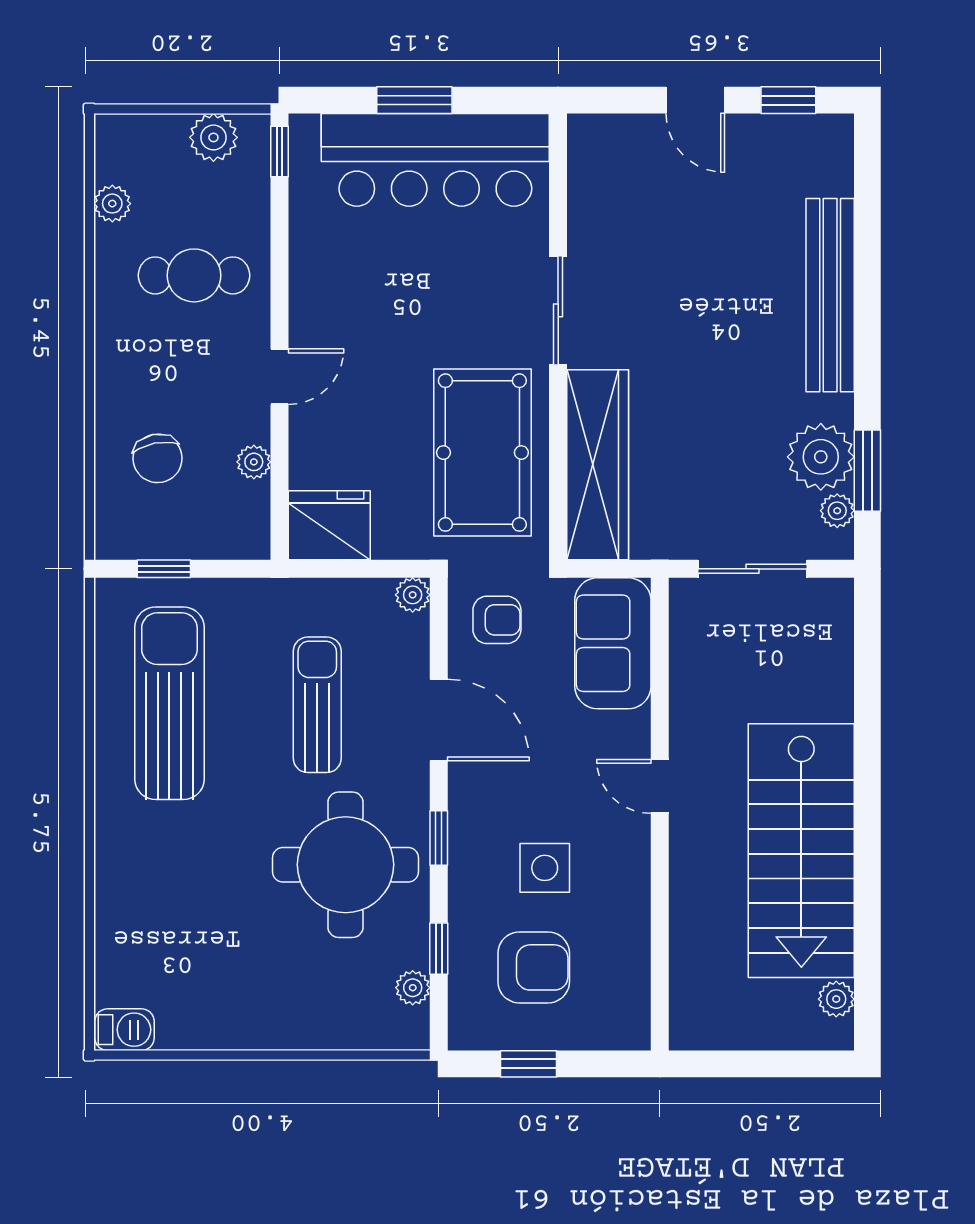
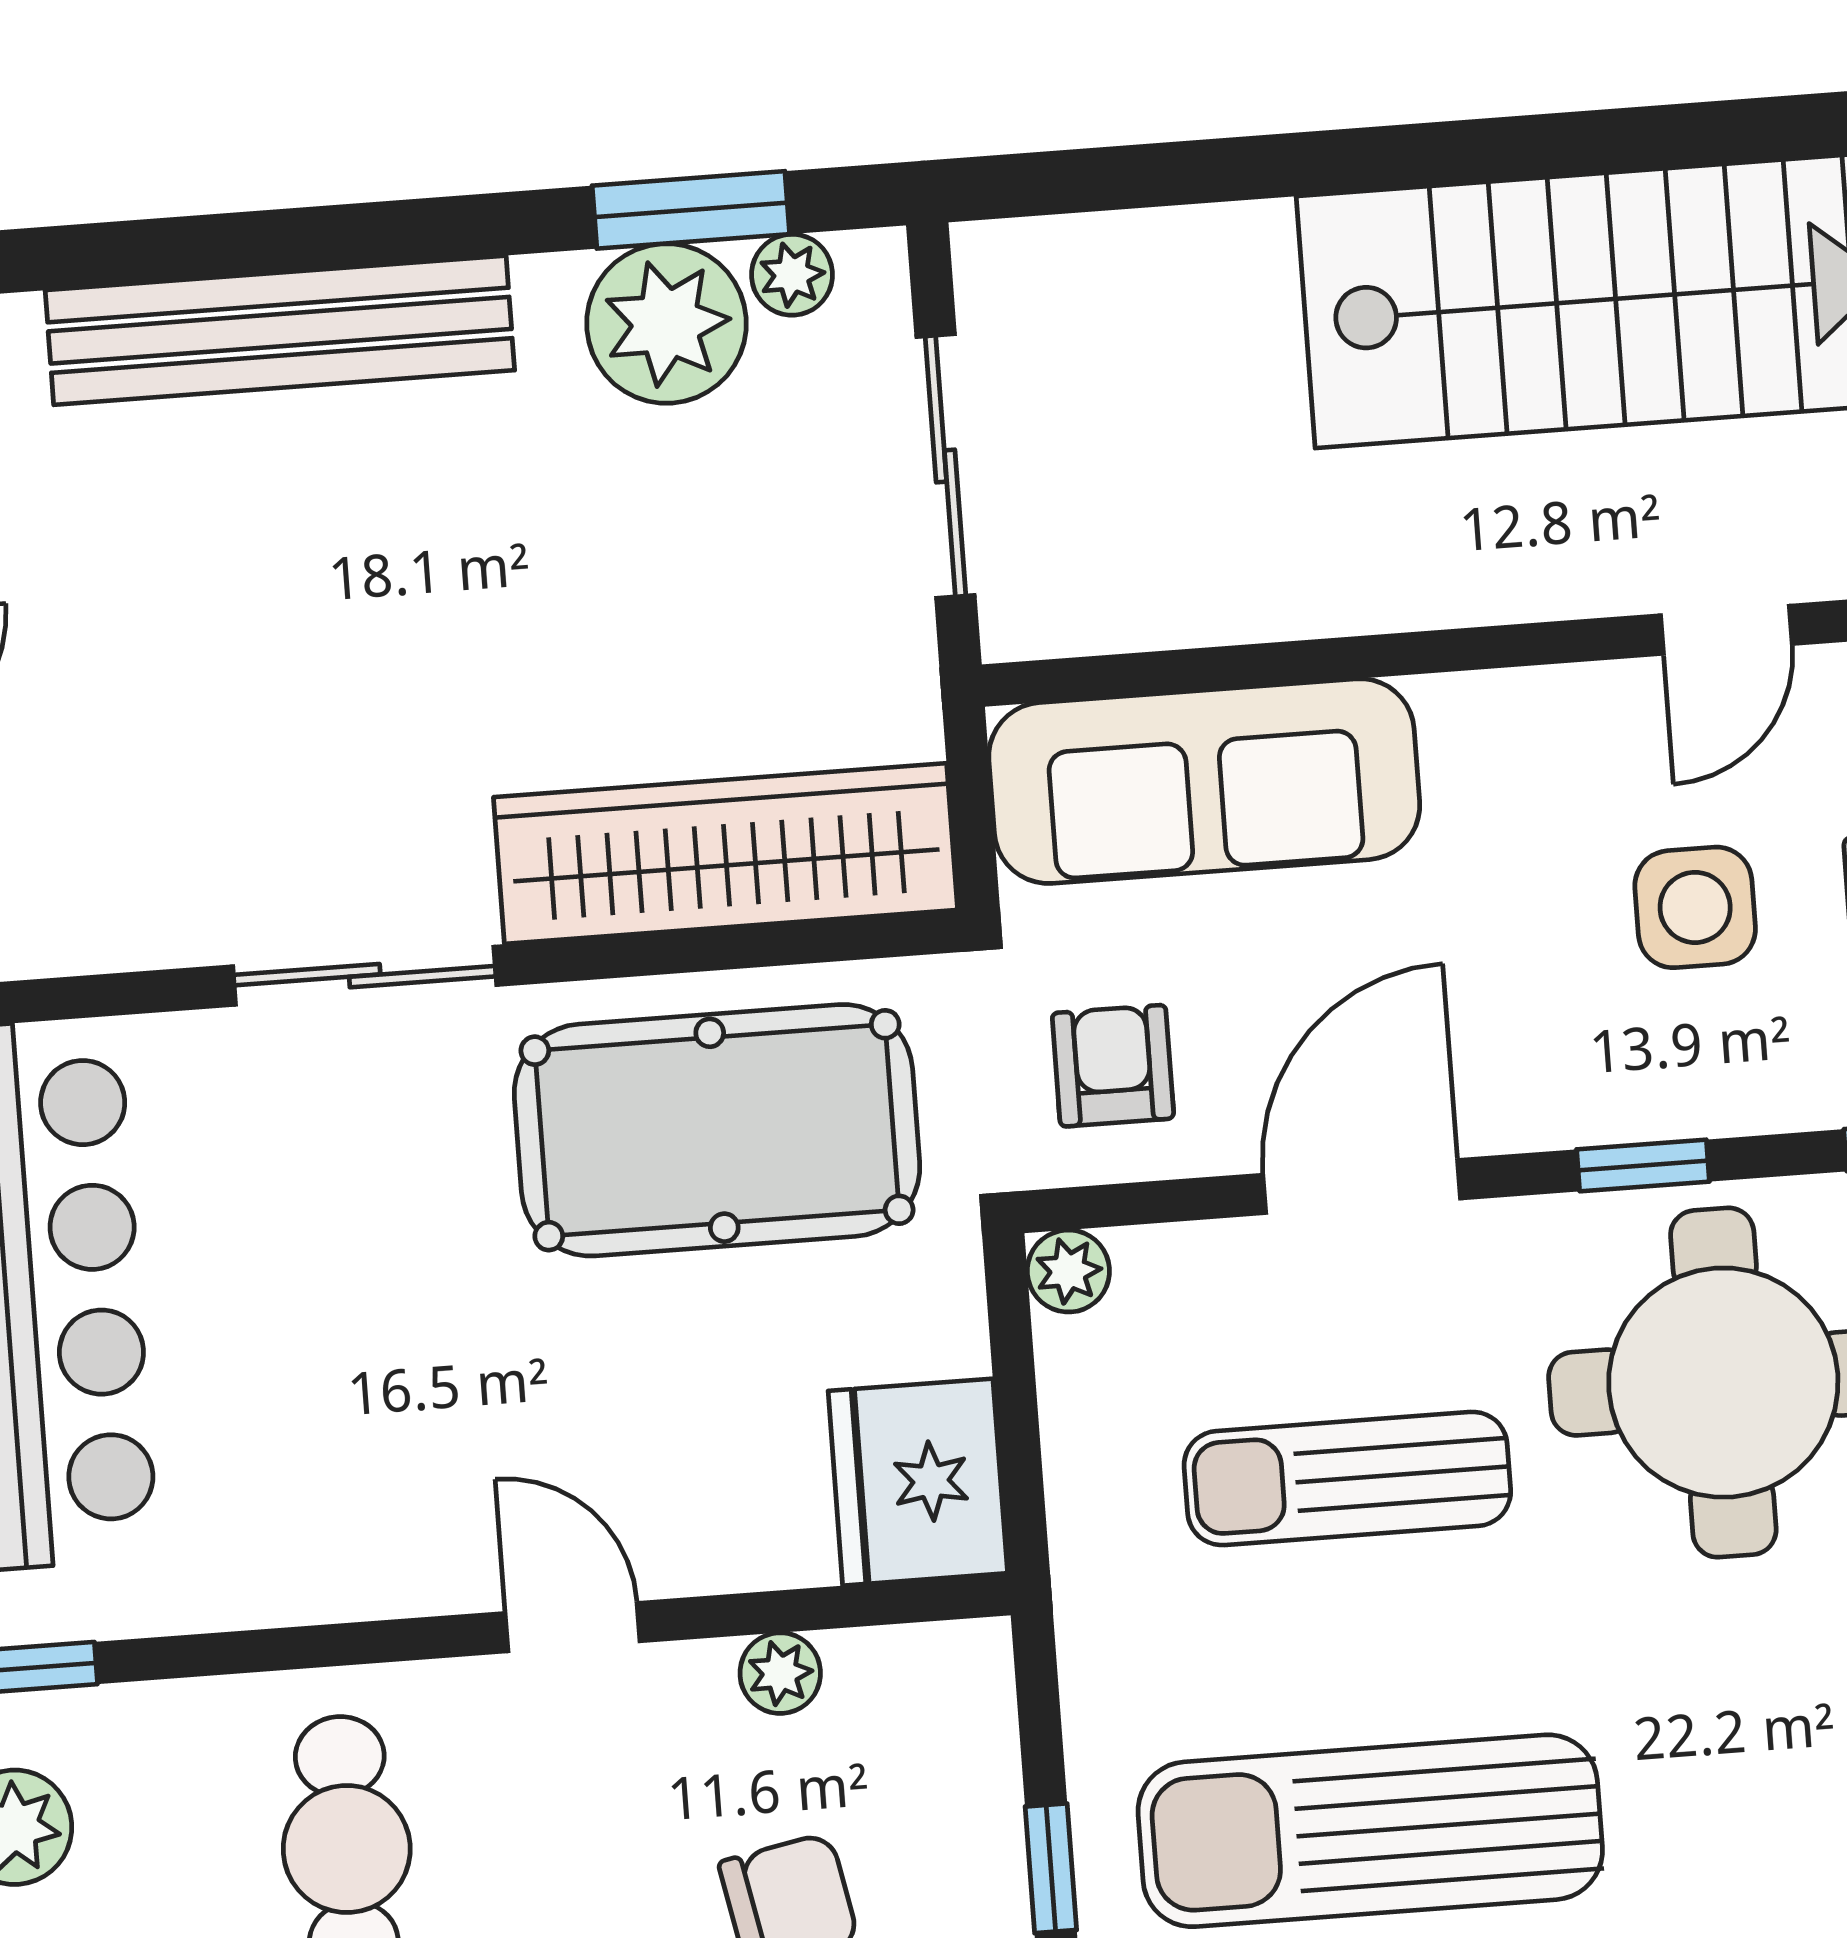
sofa: (613, 643) -> (1204, 781), width x1.36
door: (660, 786) -> (1726, 630), moved

